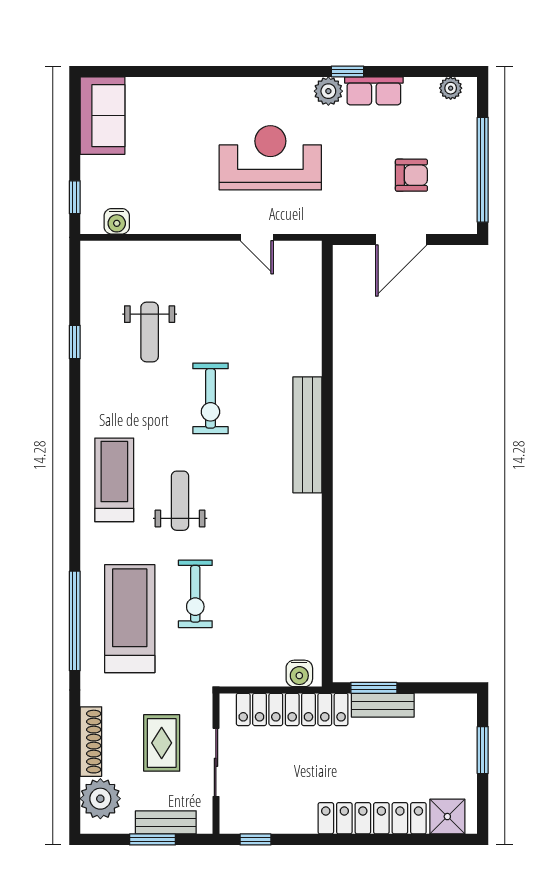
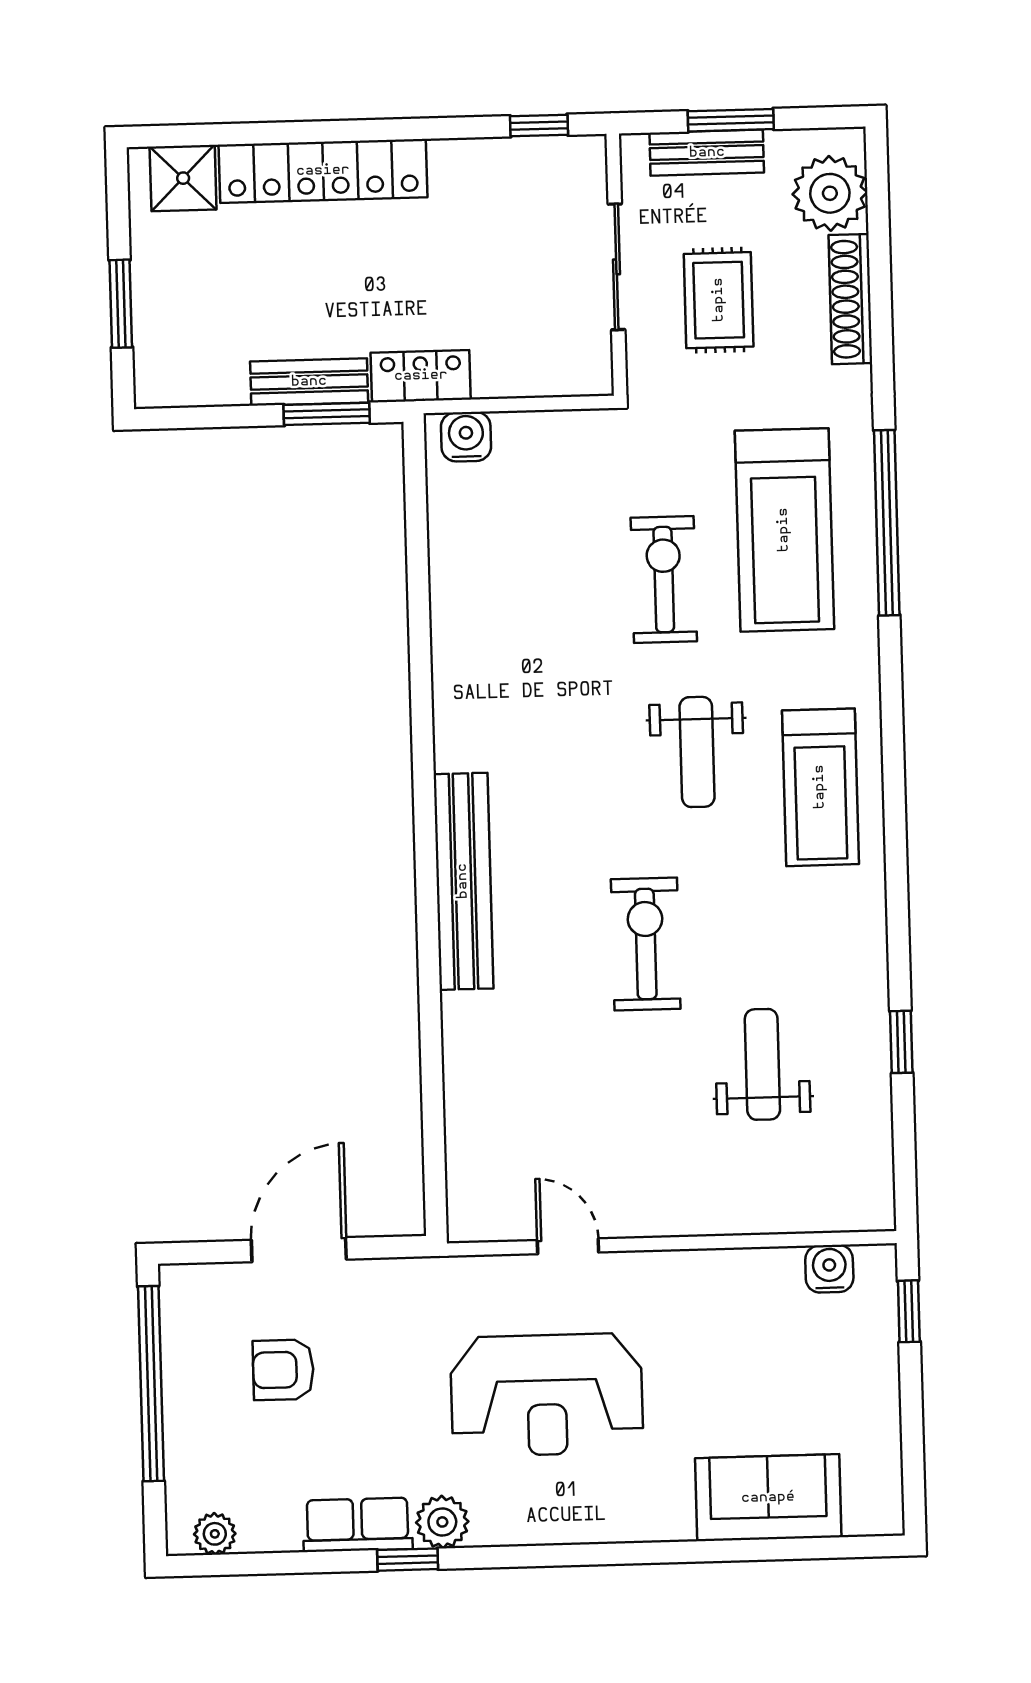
sofa: (103, 116) -> (768, 1498), moved, turned 90
locker: (292, 709) -> (421, 376), width x0.46, depth x0.83

